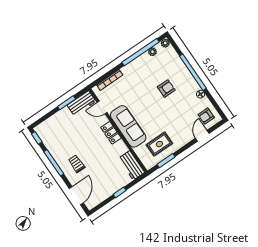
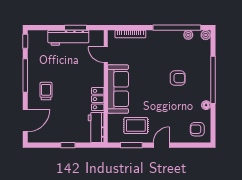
workbench: (82, 103) -> (68, 38), moved, width x1.38
locker: (111, 133) -> (98, 99), moved
door: (202, 136) -> (161, 145), moved

